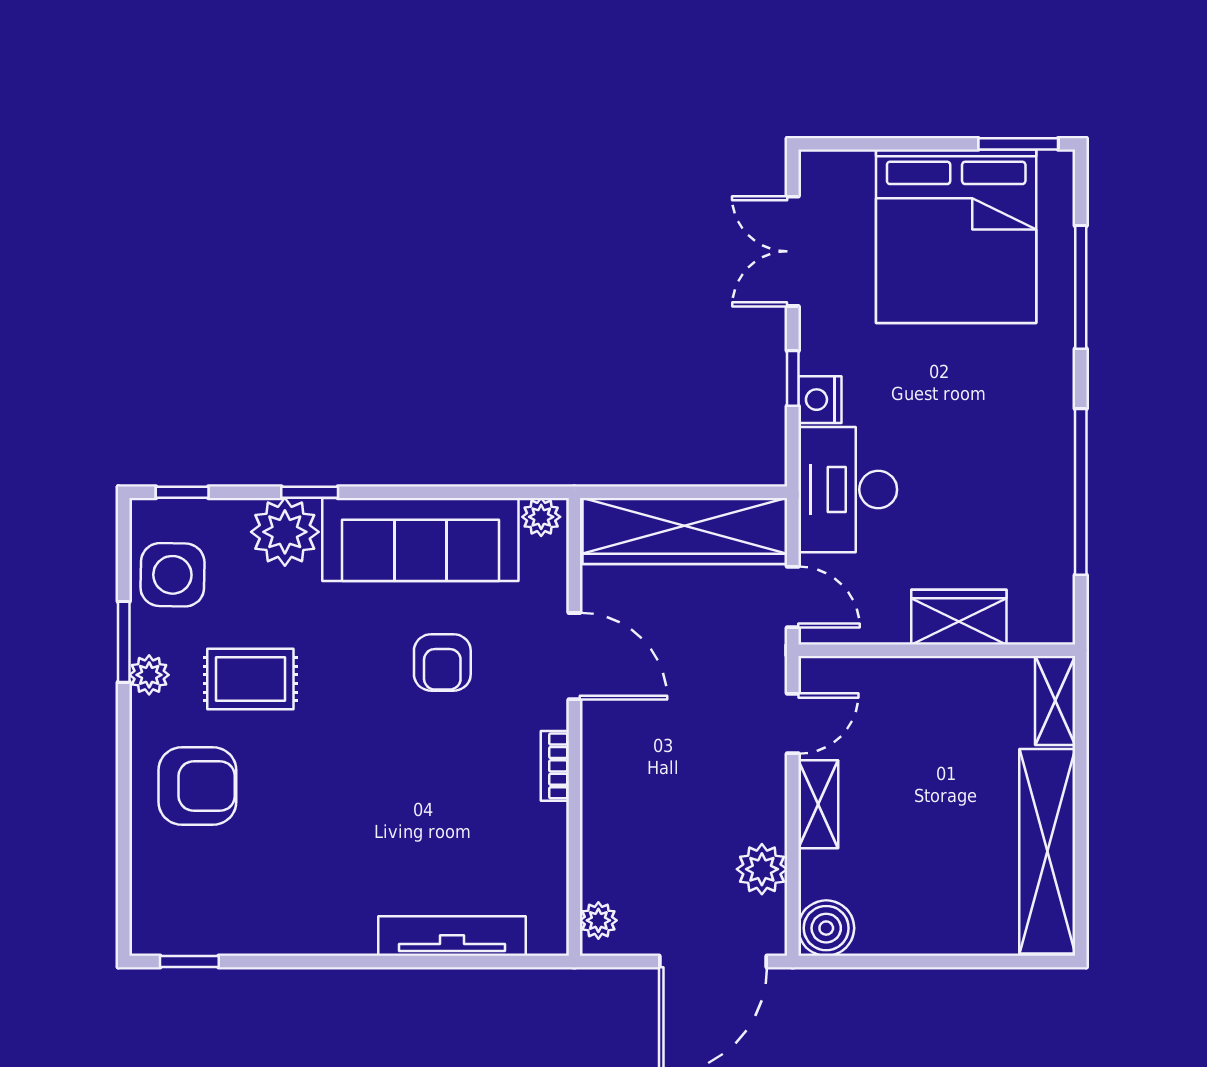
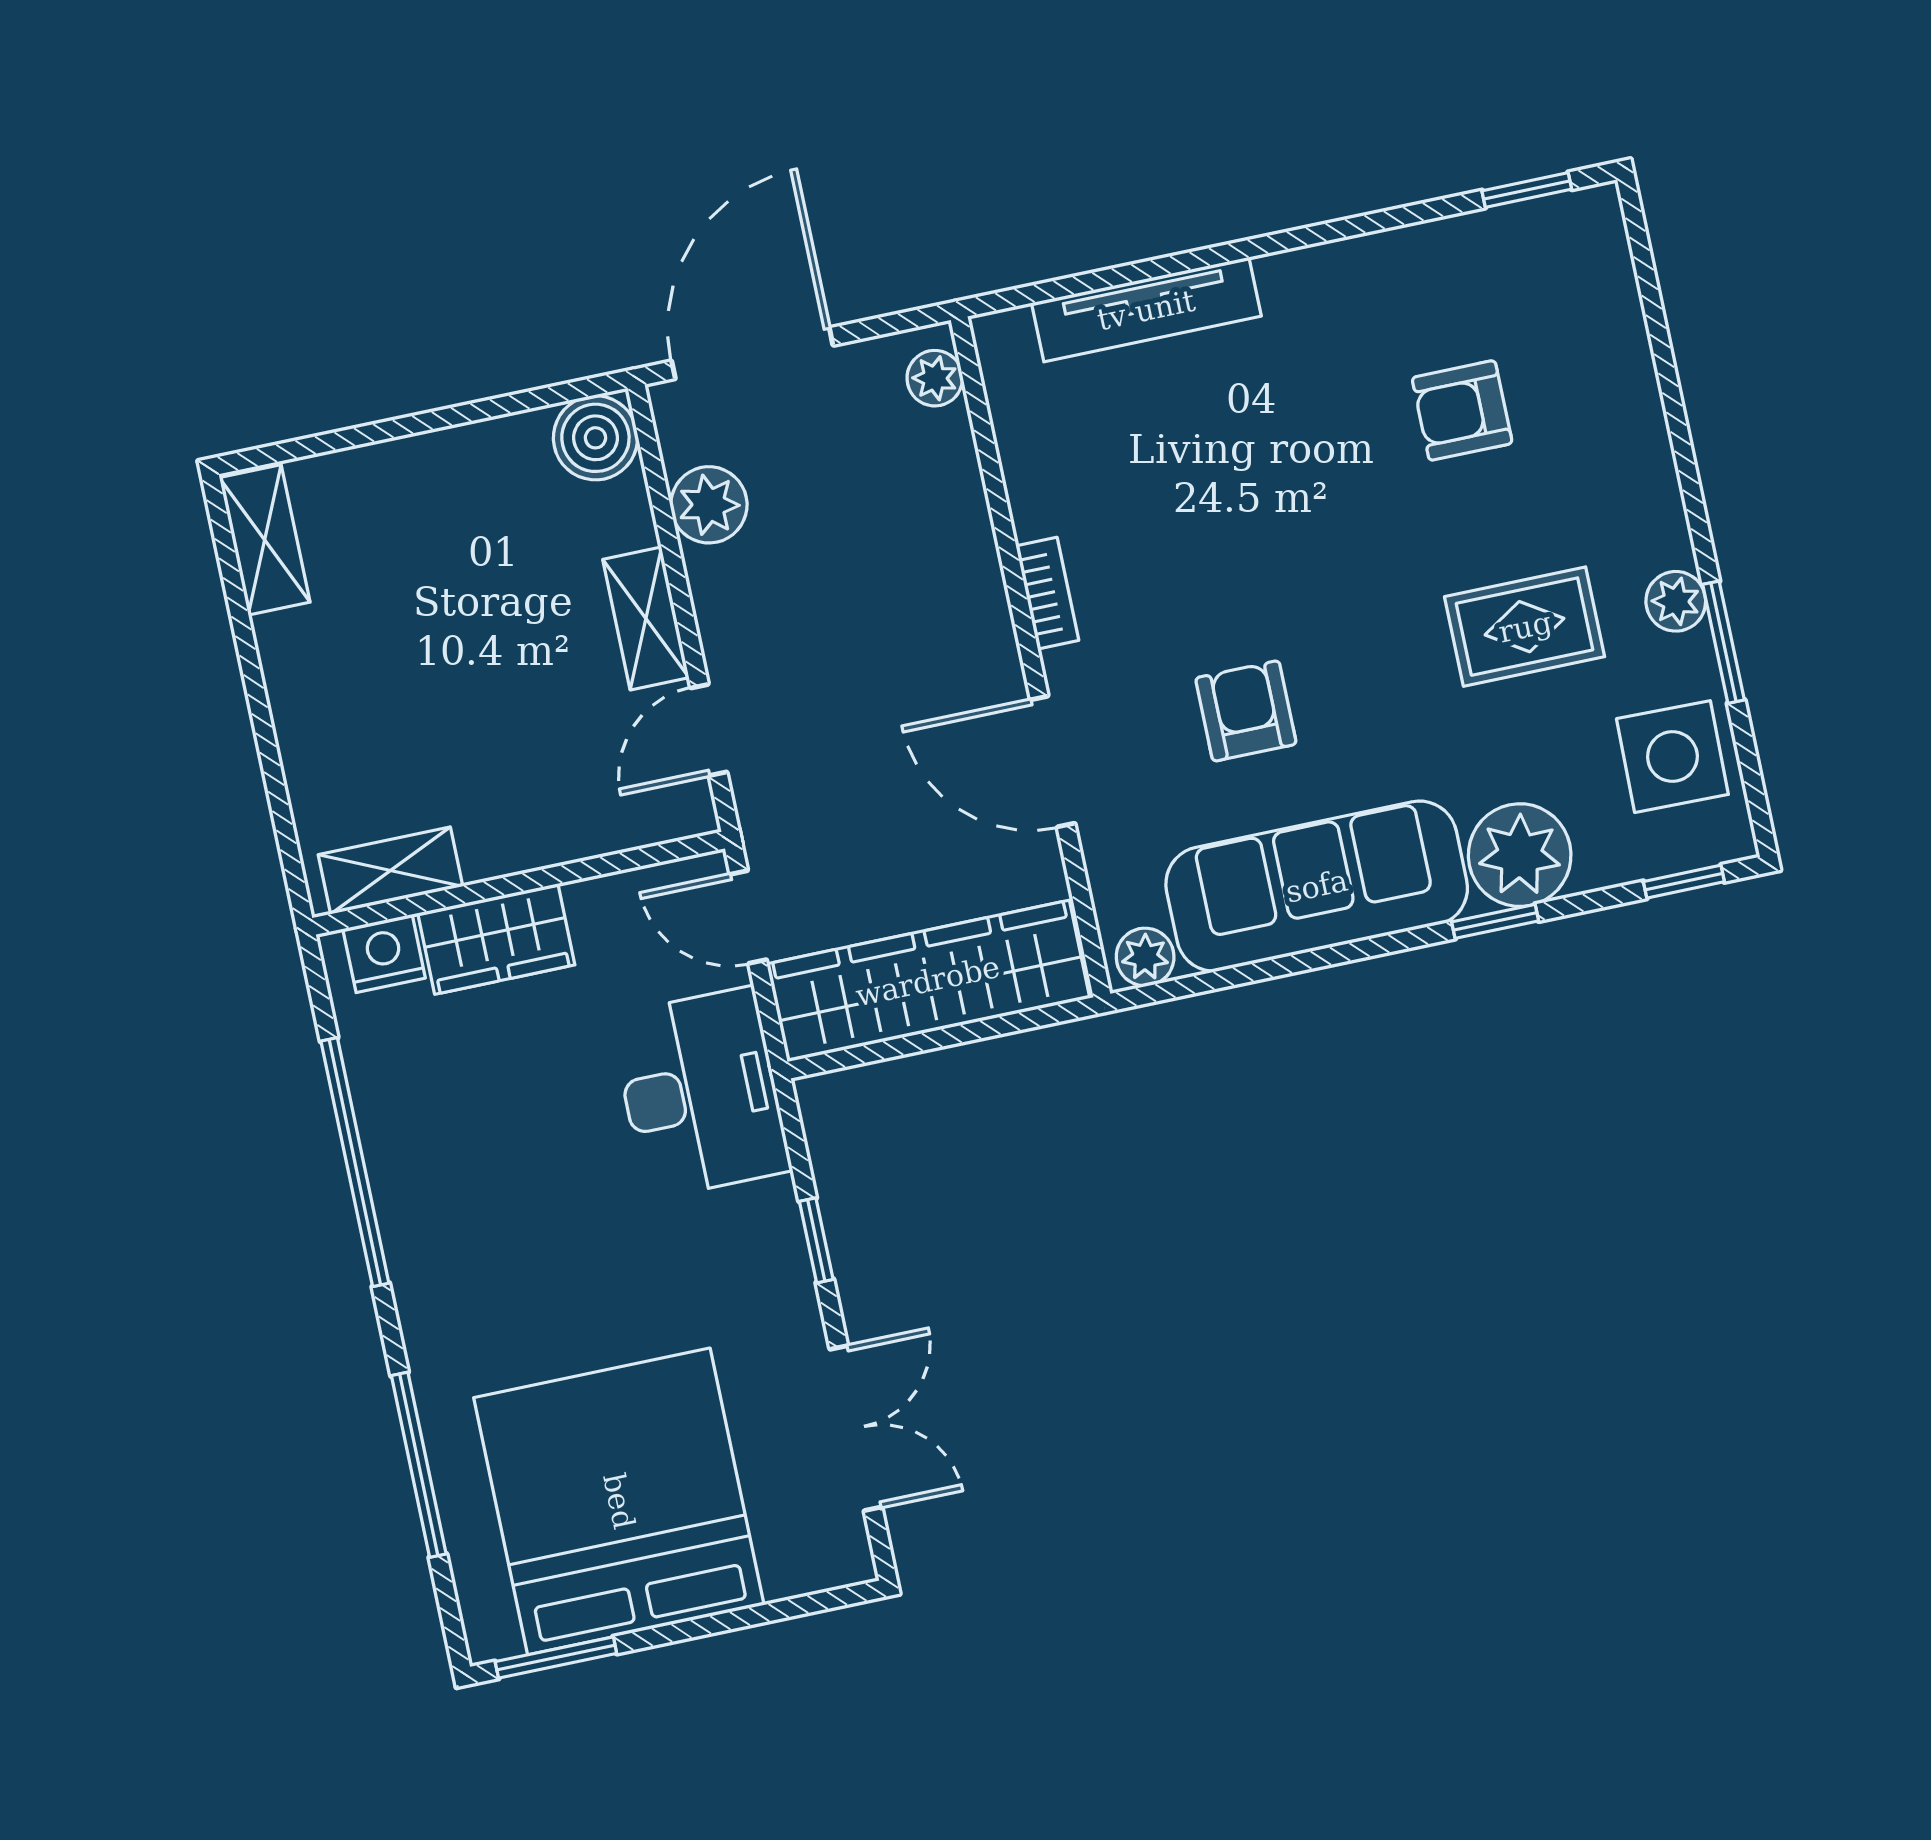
nightstand: (820, 400) -> (384, 953), moved, turned -90
shelving: (1055, 701) -> (390, 871), moved, turned 90
armchair: (197, 786) -> (1462, 410), moved, width x0.72, depth x0.72
shelving: (1047, 851) -> (265, 540), width x0.45, depth x0.75

